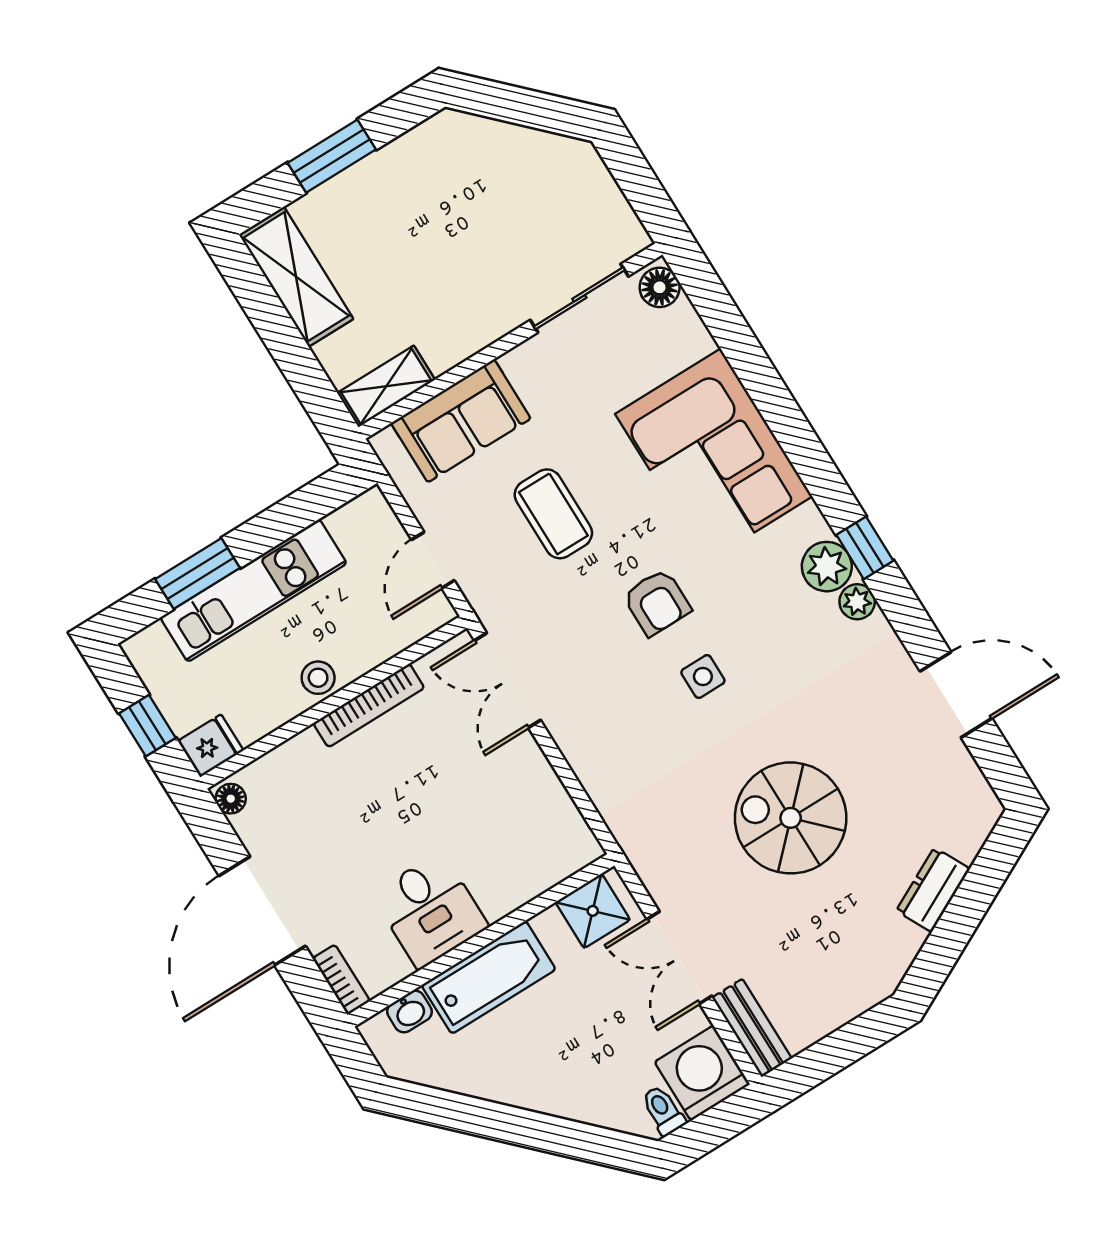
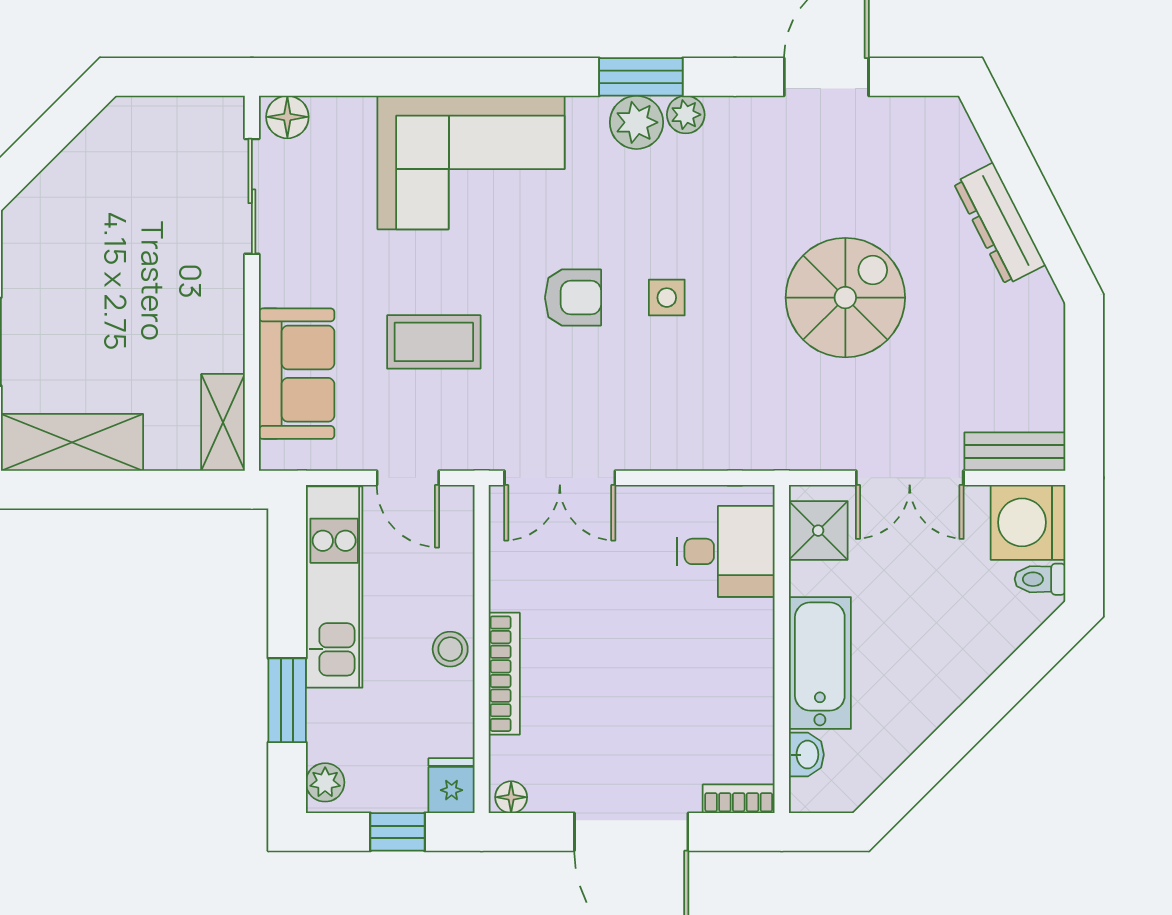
window: (865, 548) -> (641, 77), width x1.50
kitchen unit: (253, 590) -> (334, 587), moved
plant: (151, 644) -> (325, 782), added
bookcase: (369, 706) -> (504, 674), moved
spiral stairs: (791, 818) -> (845, 298), turned 180
dresser: (933, 890) -> (999, 224), width x1.44
desk: (430, 910) -> (726, 551), moved

